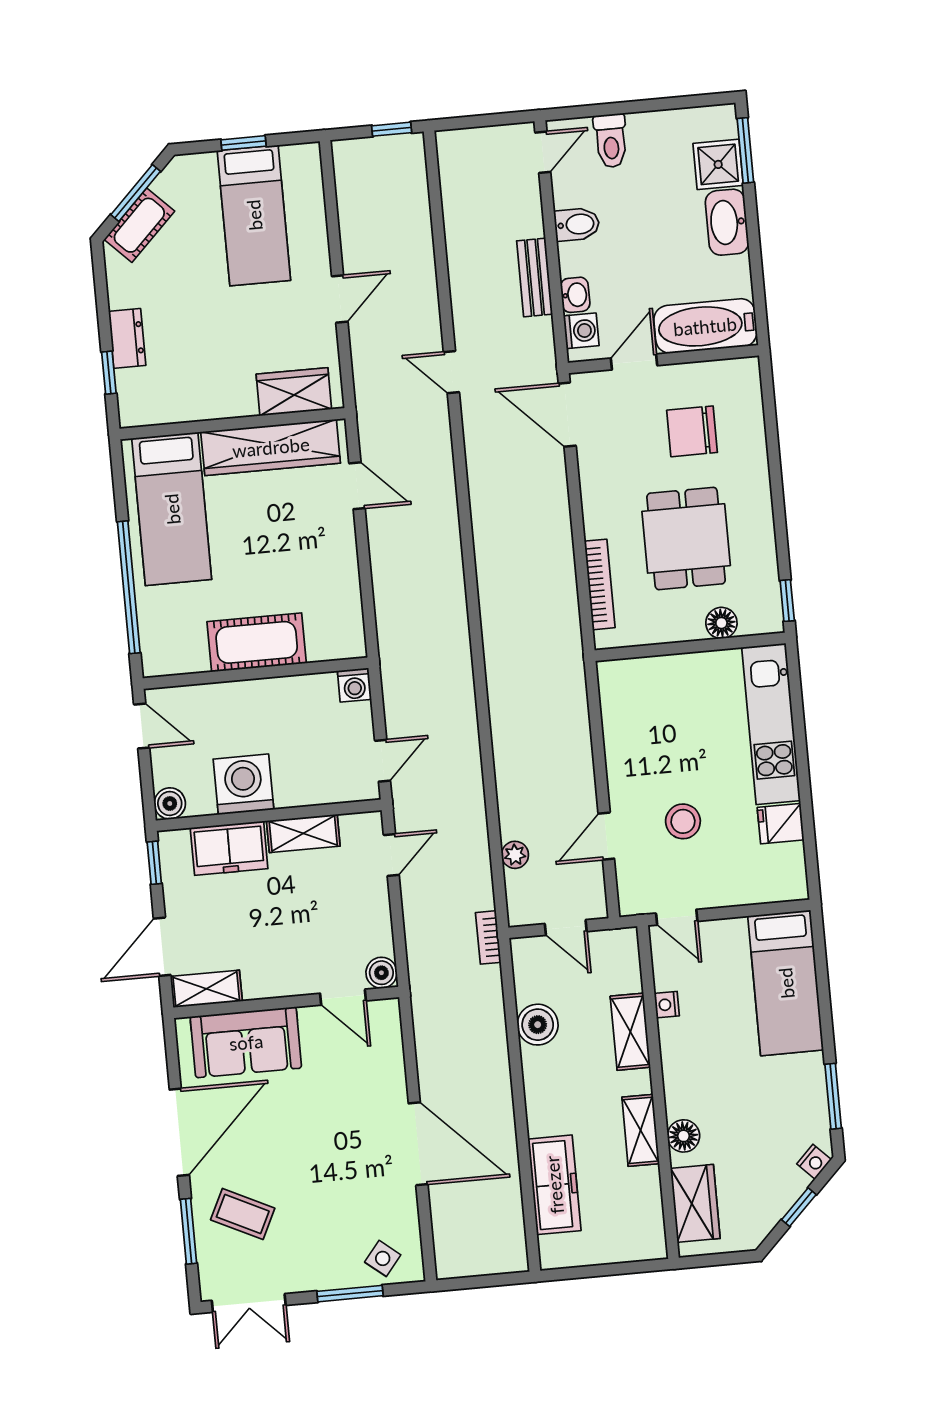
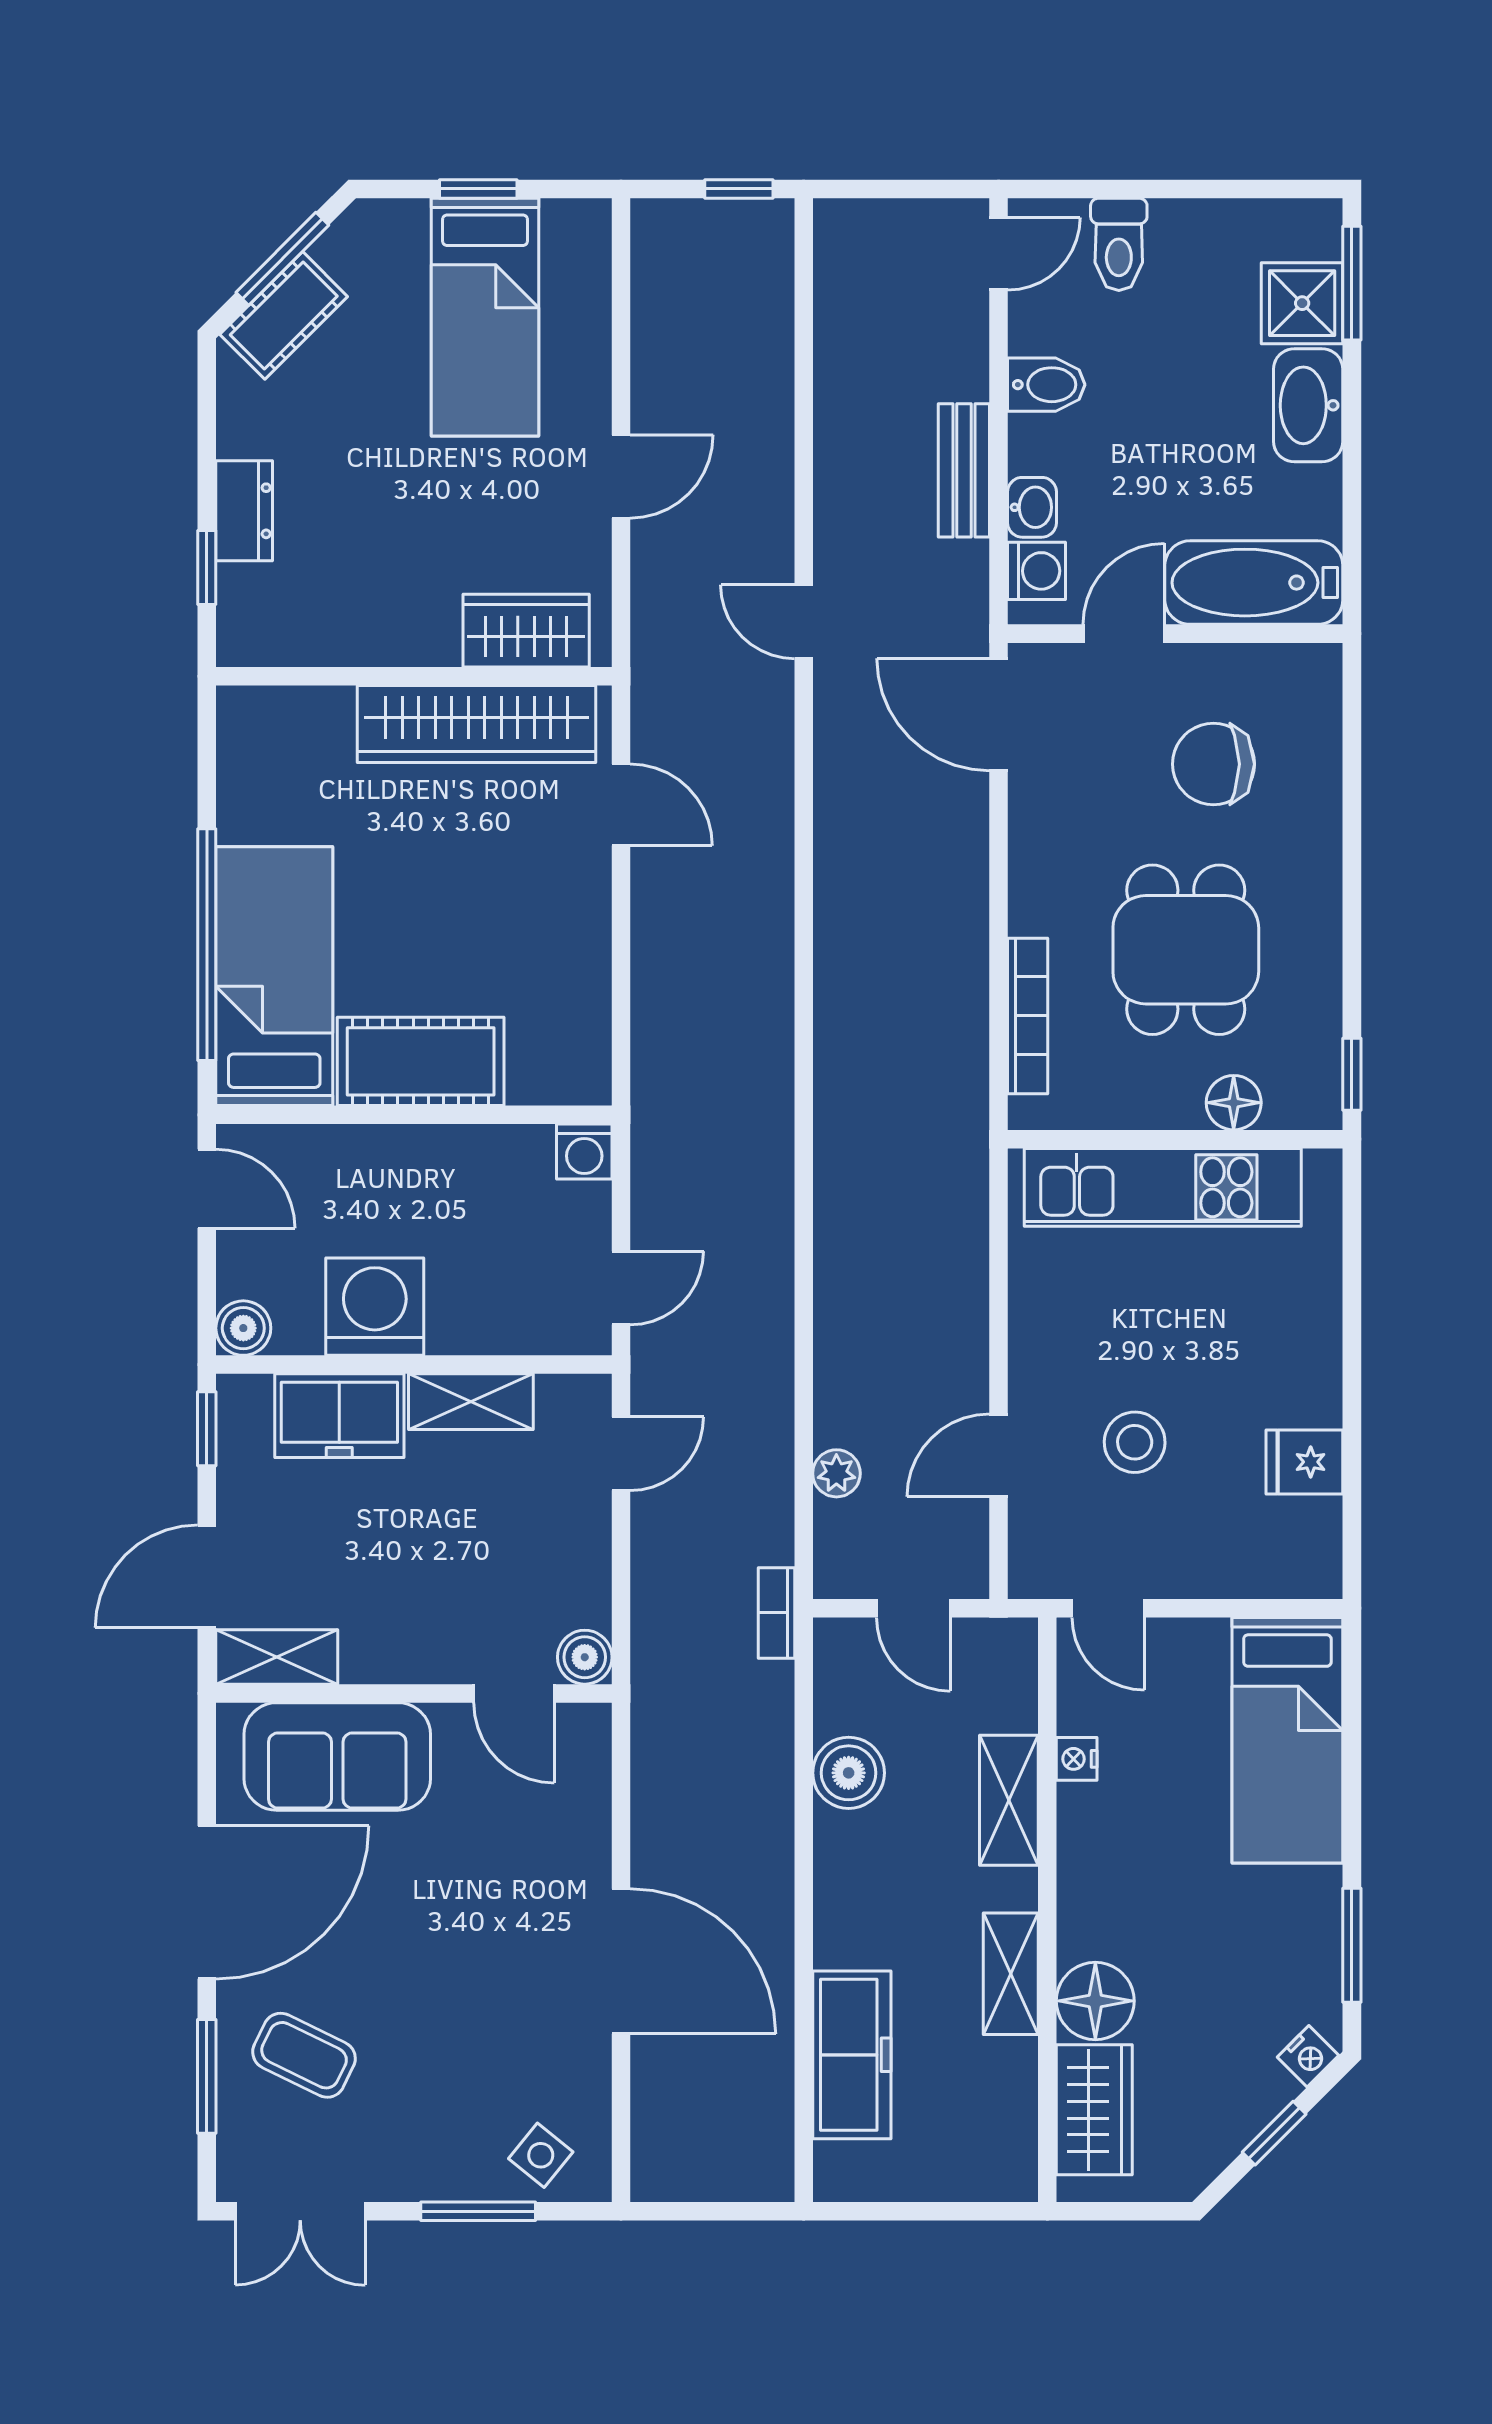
bed: (172, 509) -> (274, 976), moved, turned 180
kitchen unit: (771, 724) -> (1163, 1187), moved, turned -90
floor lamp: (684, 1136) -> (1095, 2001), width x1.38, depth x1.38

